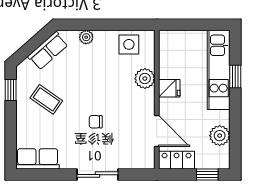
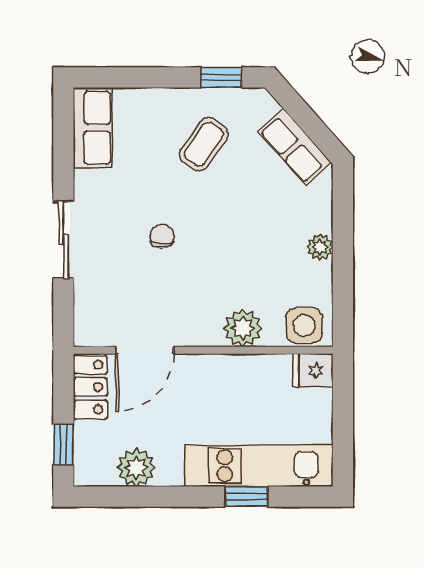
plant: (86, 37) -> (320, 247), moved
side table: (129, 44) -> (304, 325), moved
fridge: (169, 88) -> (313, 370), moved, turned 90

